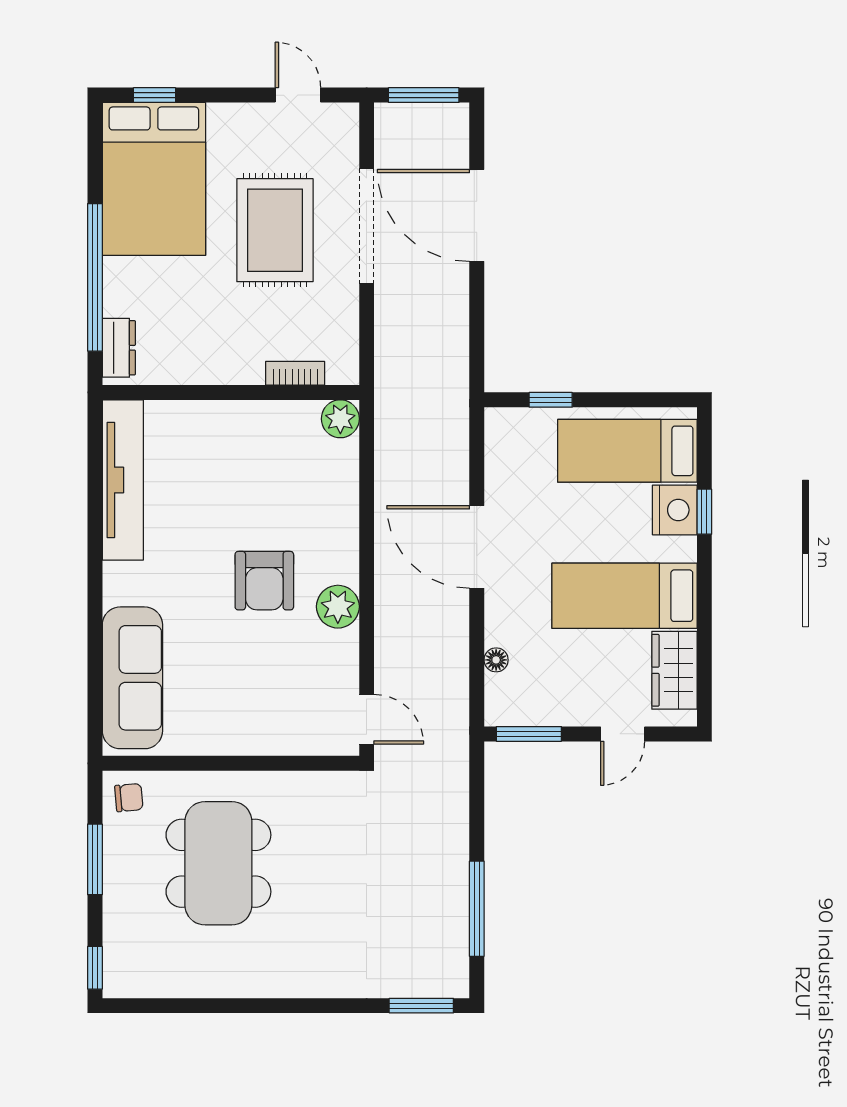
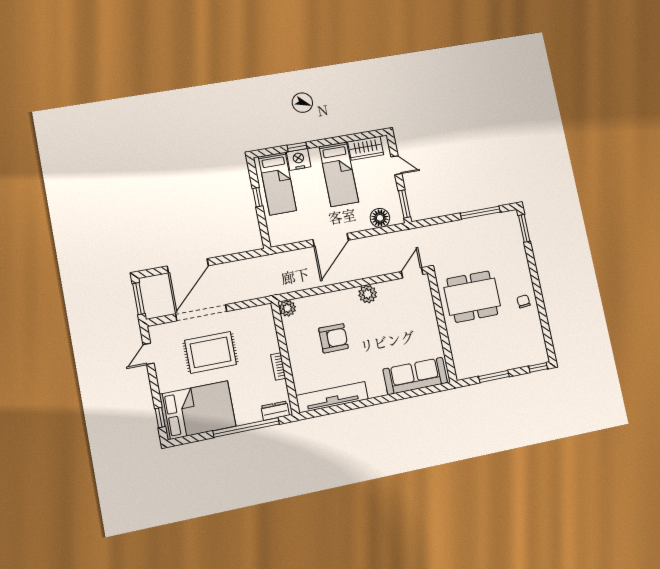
bookcase: (295, 373) -> (278, 366), moved
window: (551, 400) -> (258, 197), moved
armchair: (264, 581) -> (333, 338), moved
floor lamp: (496, 660) -> (380, 218), width x1.89, depth x1.89
chair: (129, 798) -> (523, 301), moved
dining table: (218, 863) -> (472, 297), moved

